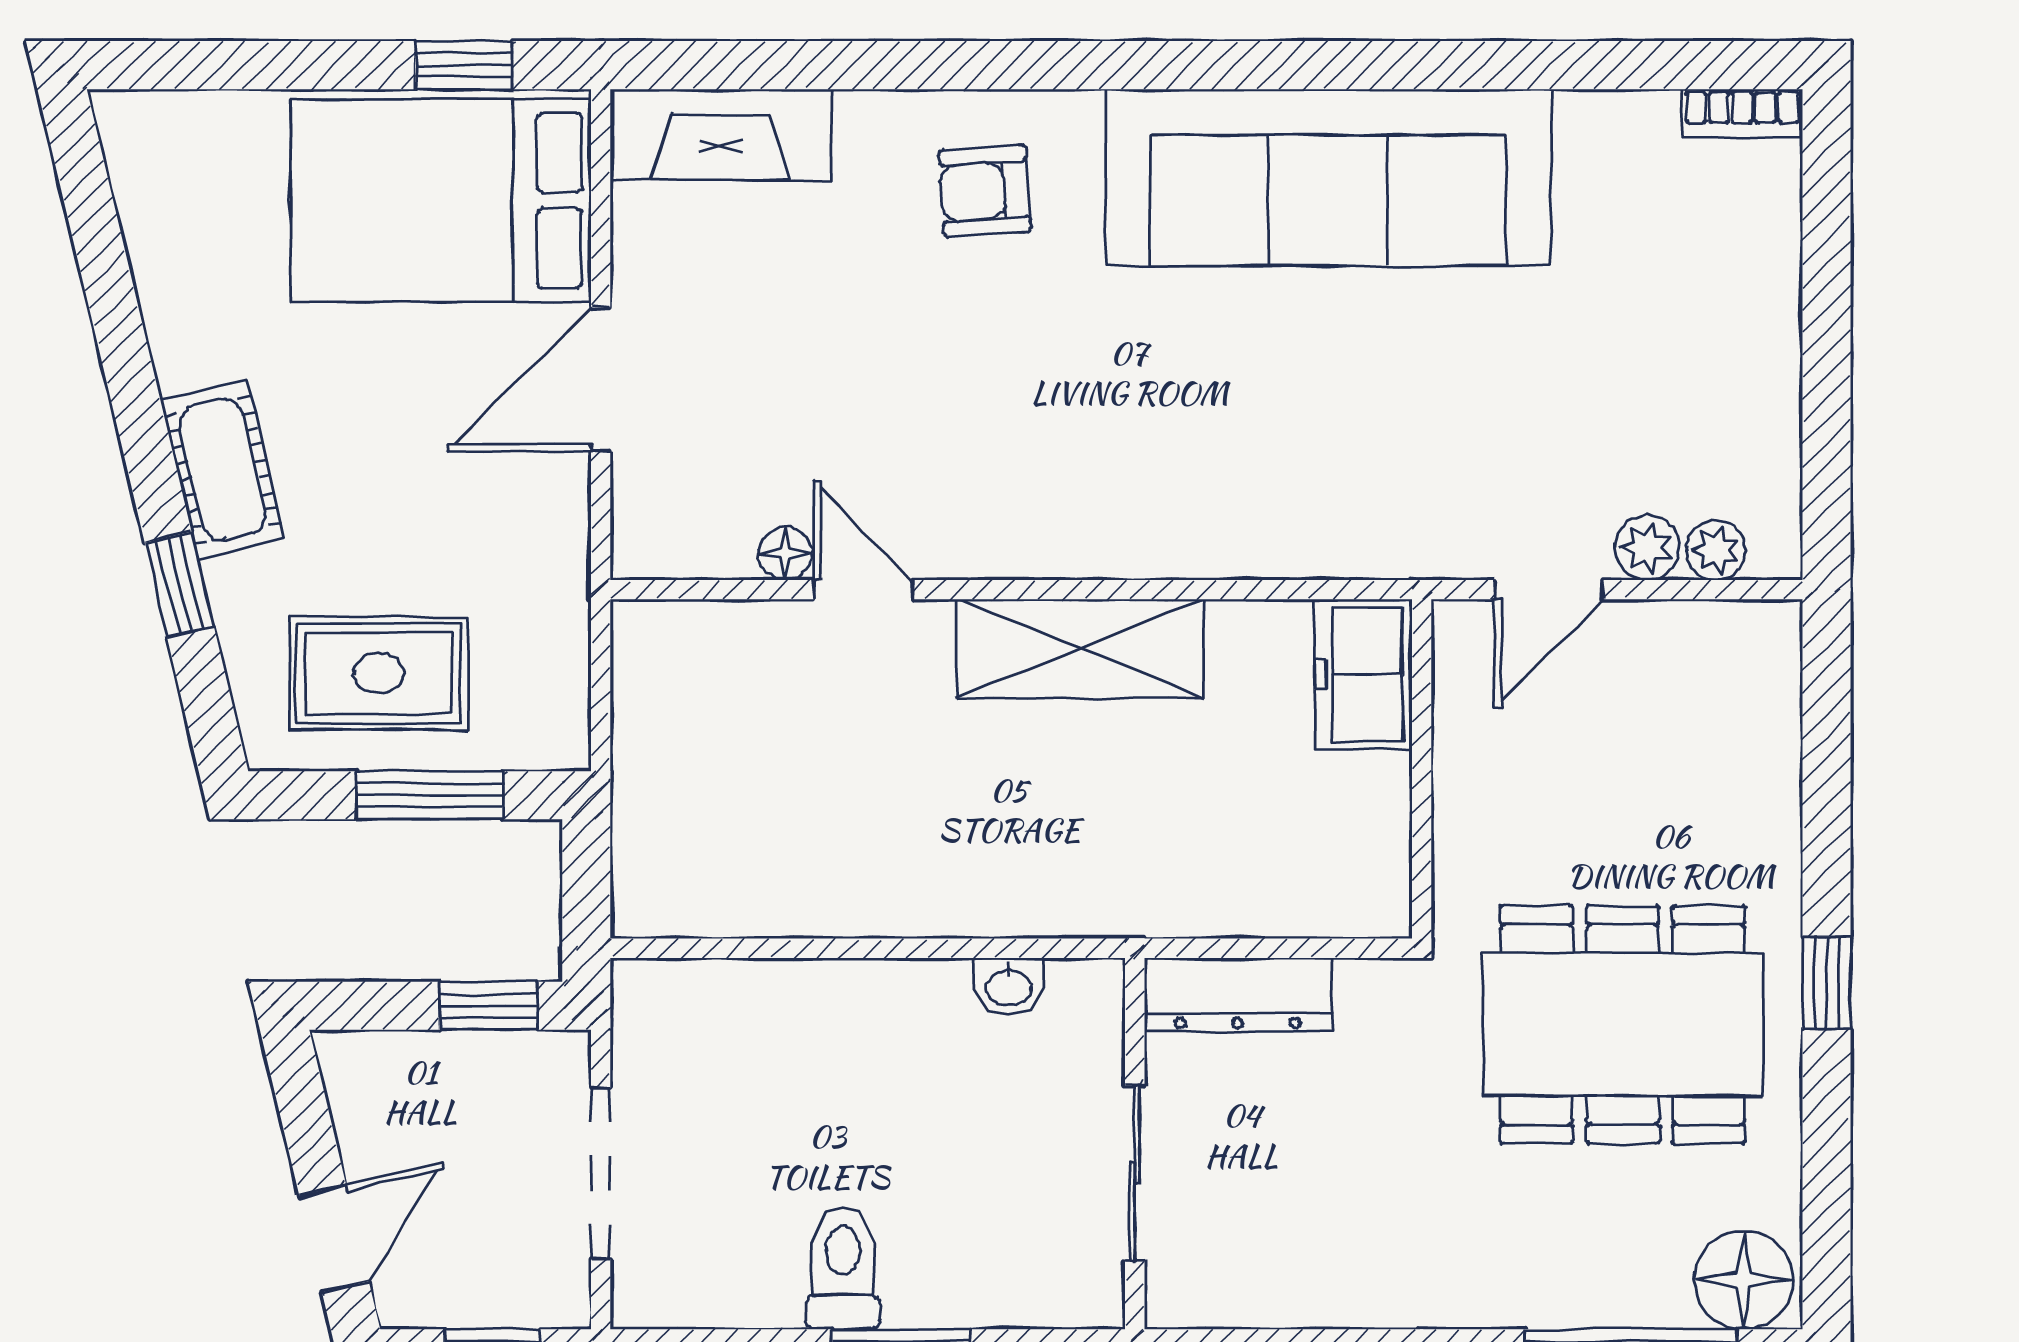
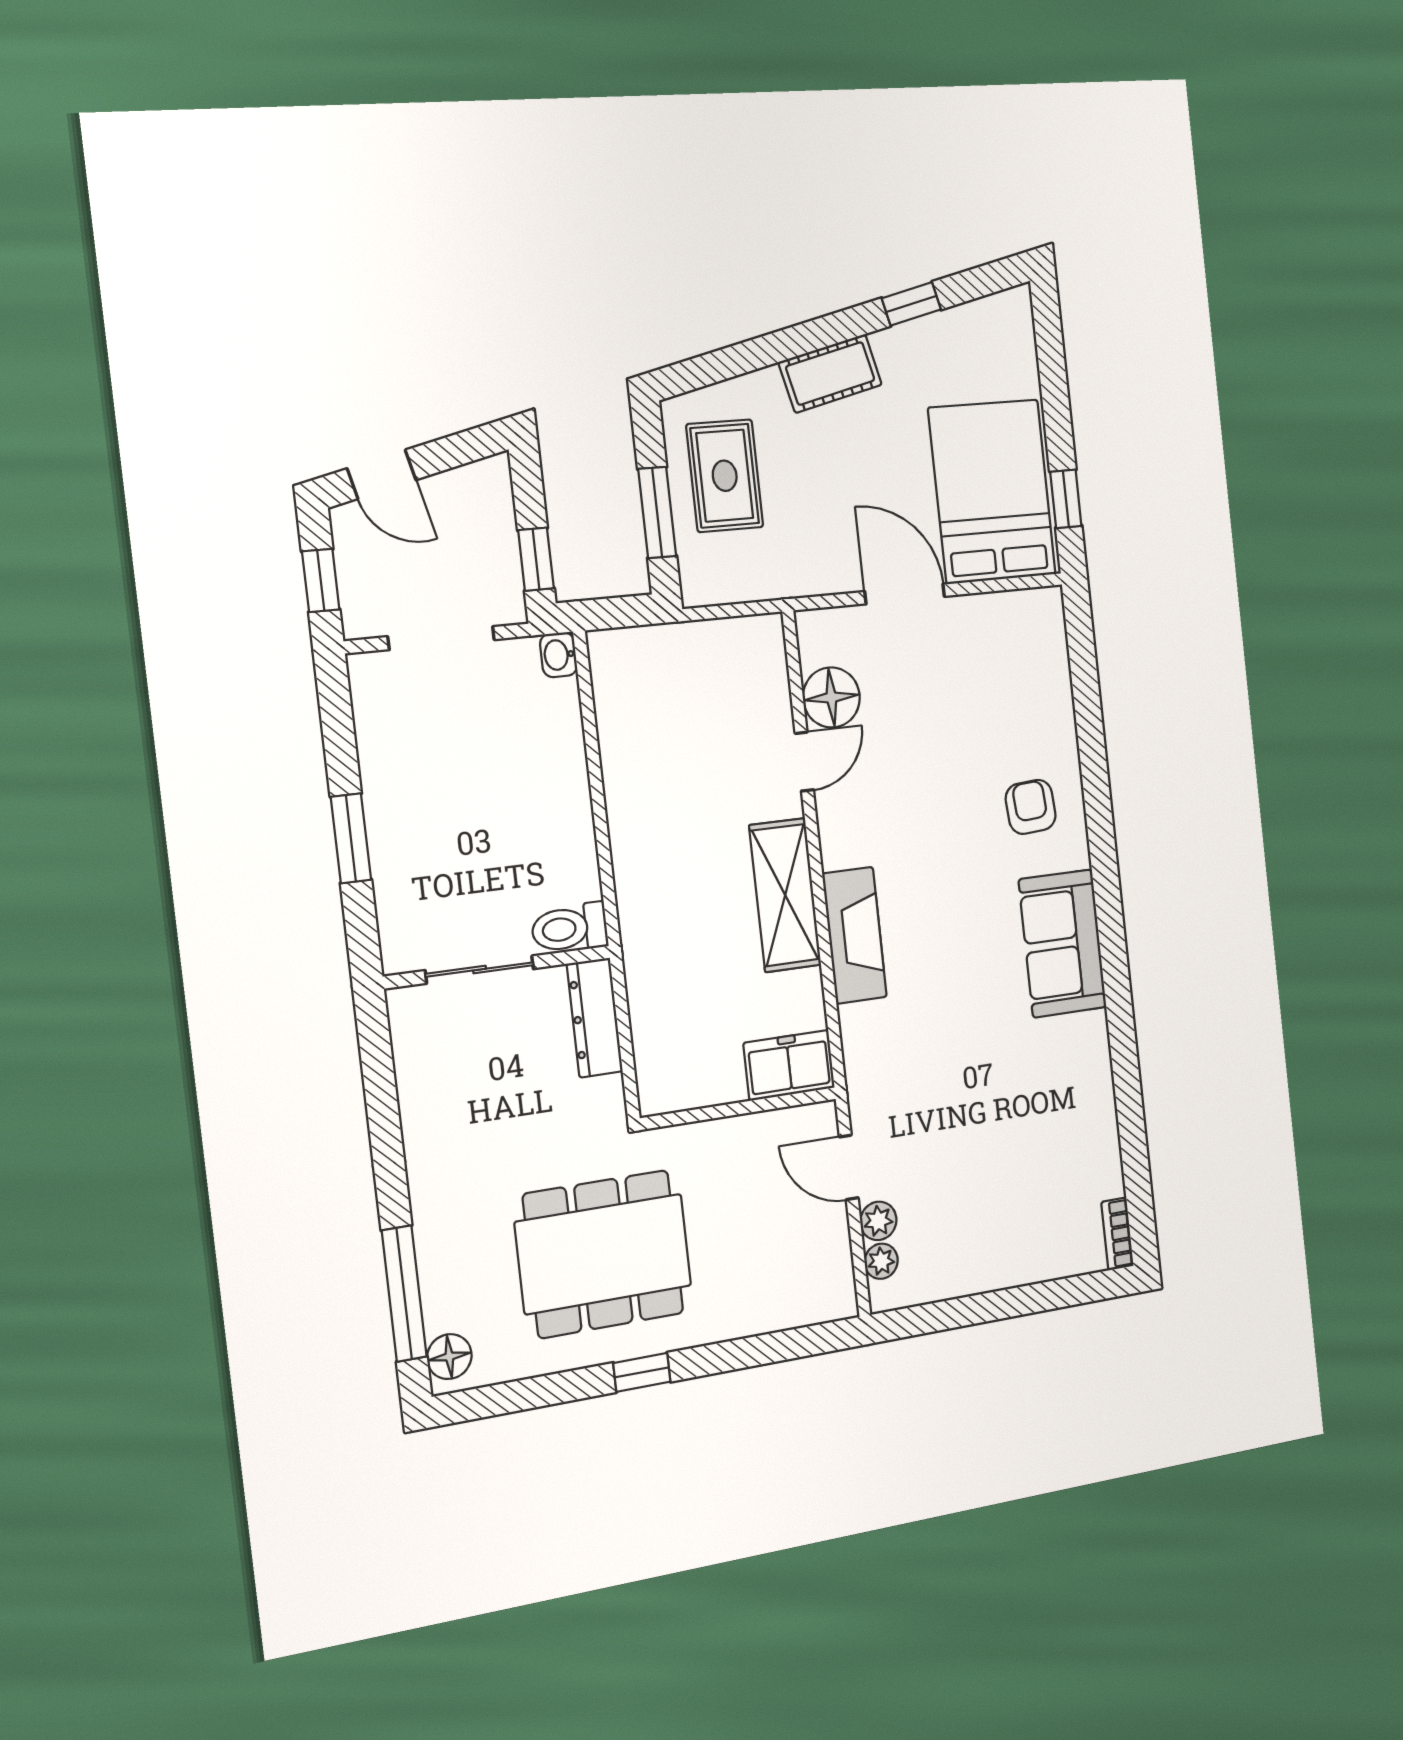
fireplace: (721, 134) -> (855, 935), moved, turned 180
sofa: (1328, 177) -> (1063, 943), width x0.54, depth x0.79
floor lamp: (785, 553) -> (831, 697), width x1.89, depth x1.89
window: (179, 585) -> (911, 304), moved
washbasin: (1009, 986) -> (559, 655), moved
dining table: (1623, 1024) -> (603, 1254), turned 90
toilet: (843, 1268) -> (570, 928), moved, turned 180
floor lamp: (1744, 1280) -> (449, 1357), width x0.73, depth x0.73

